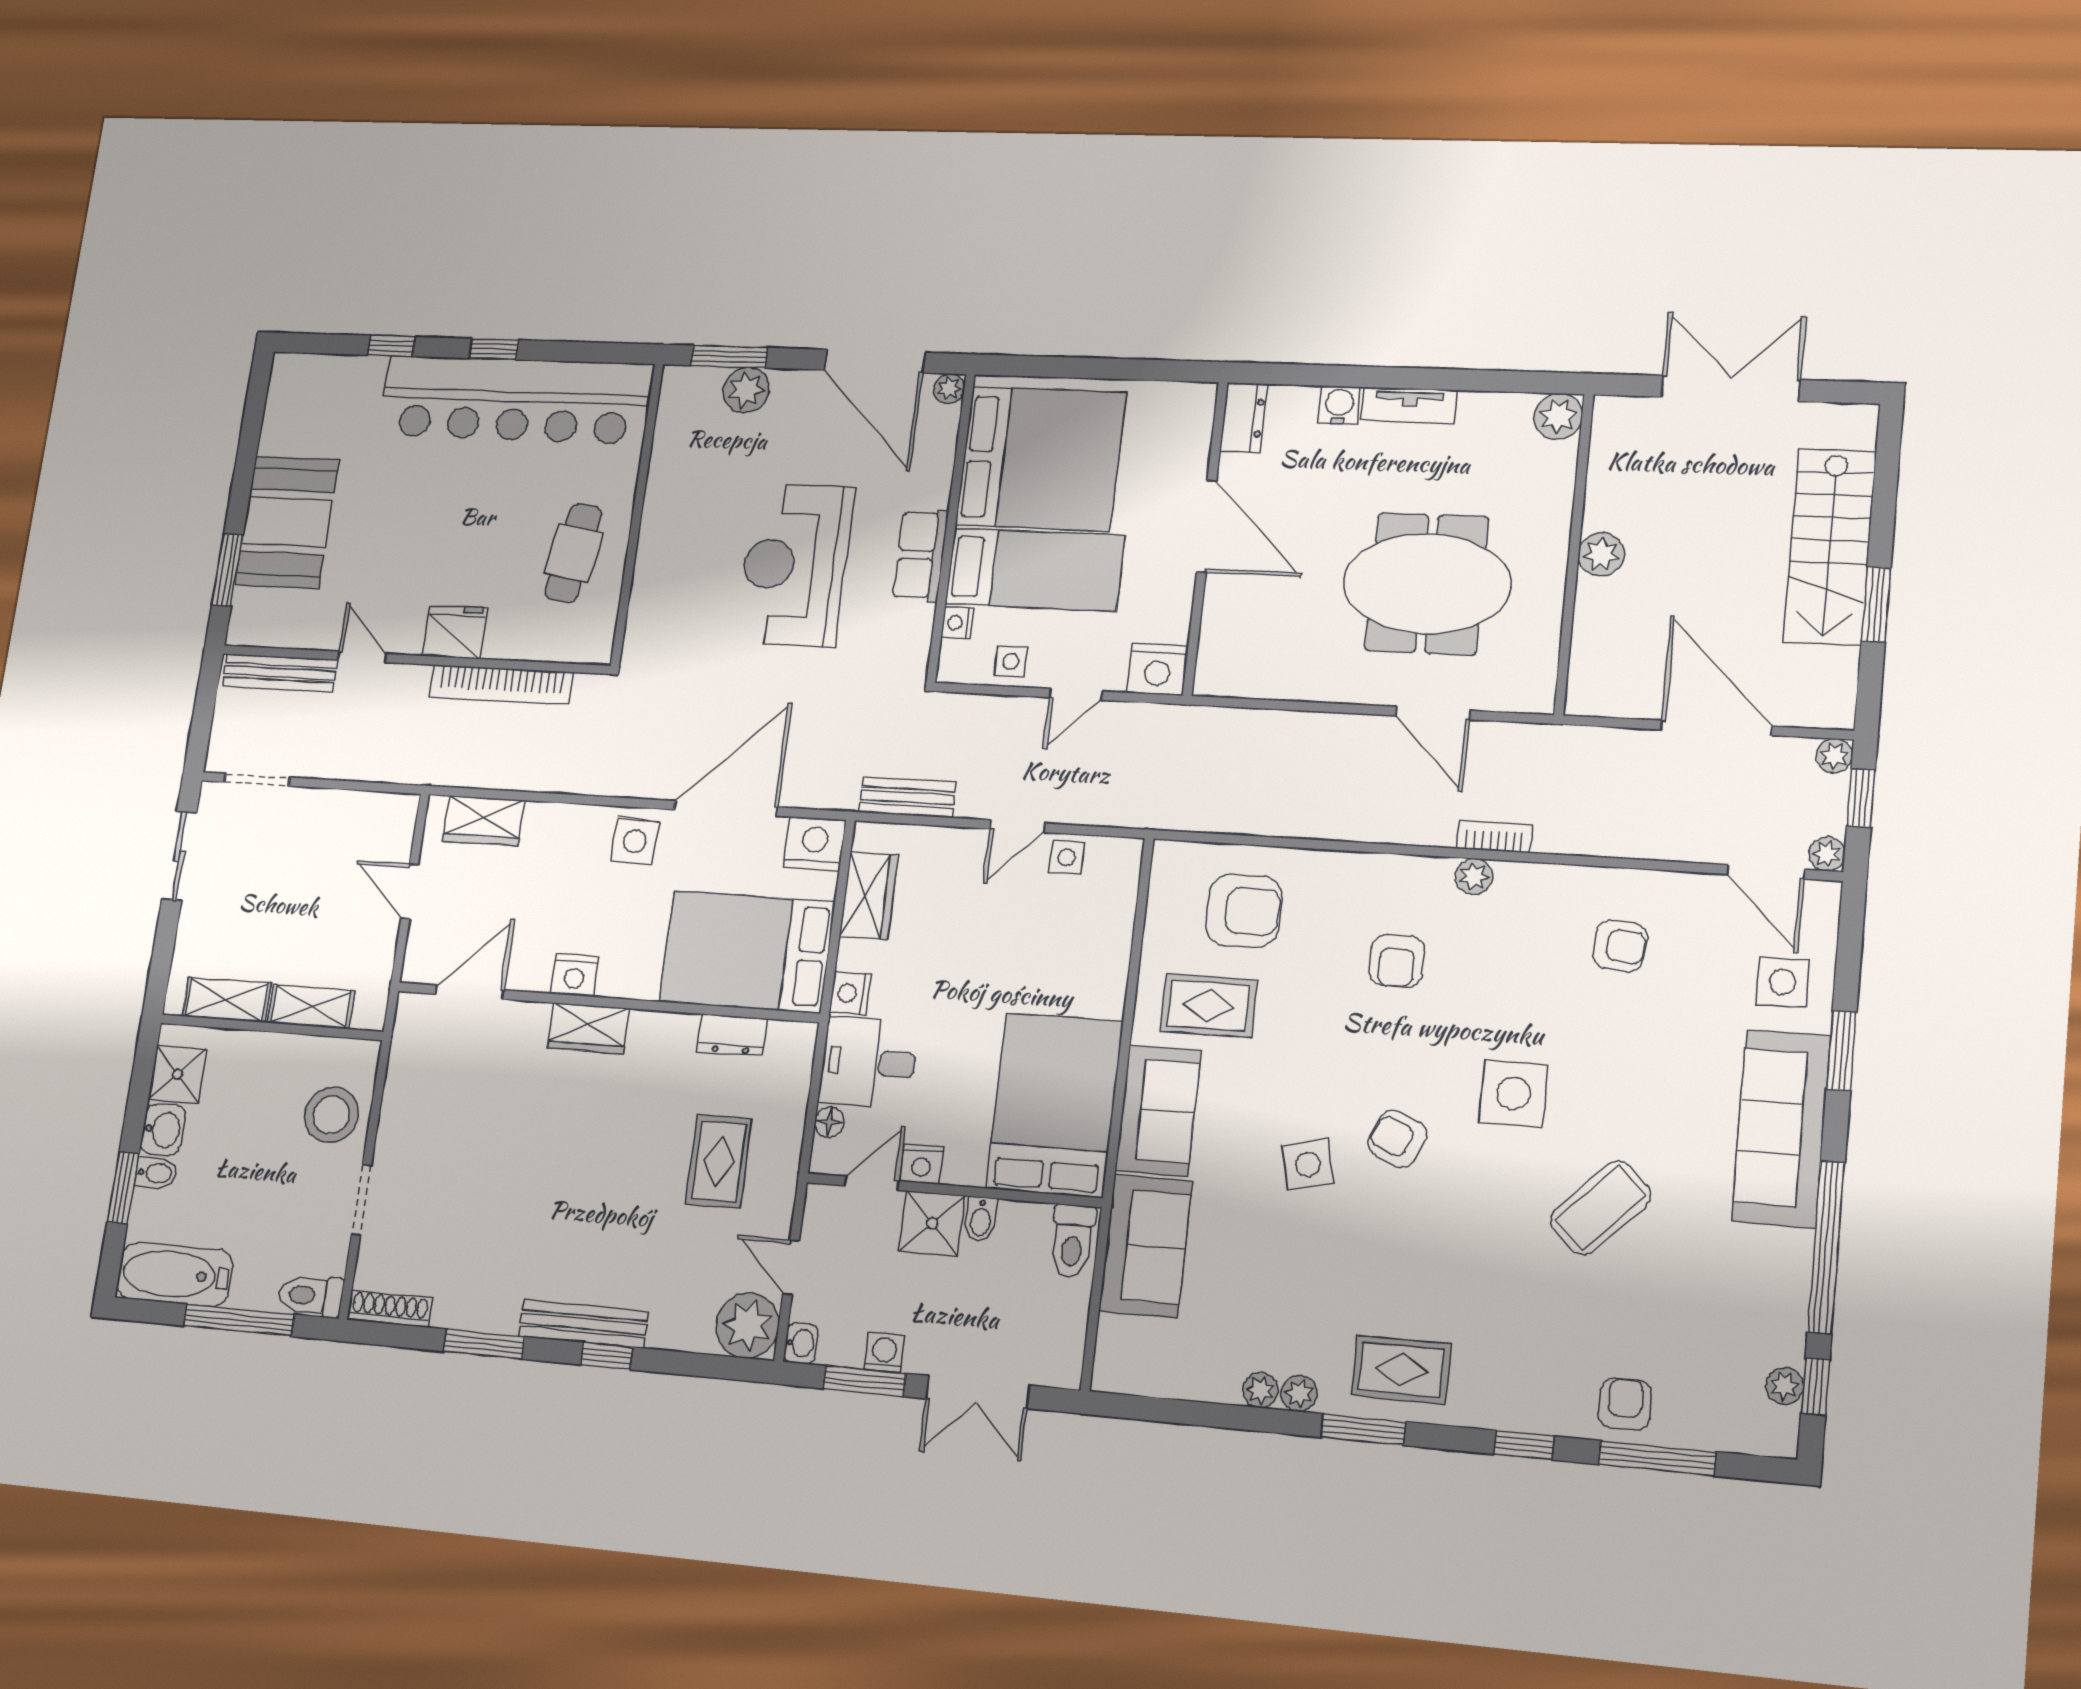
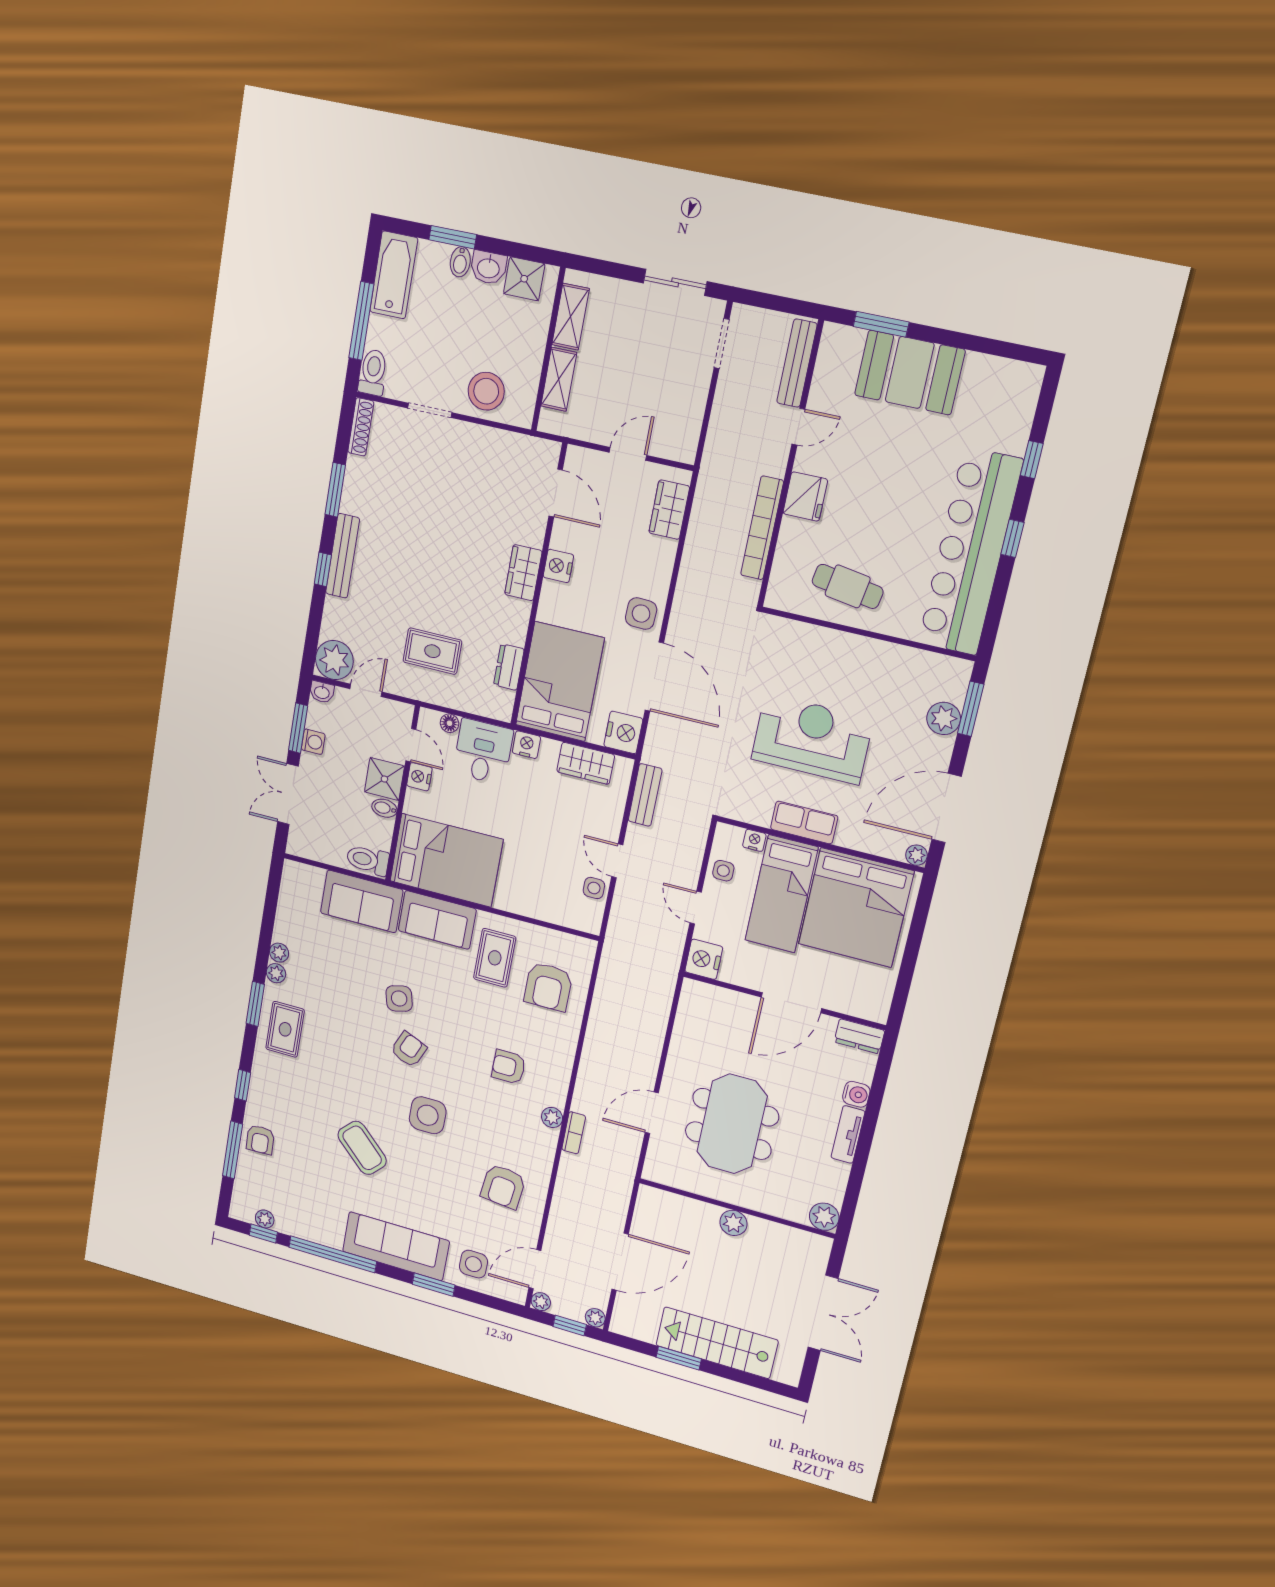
armchair: (1620, 946) -> (503, 1186), width x1.38, depth x1.38
armchair: (1625, 1404) -> (260, 1140), turned 88

